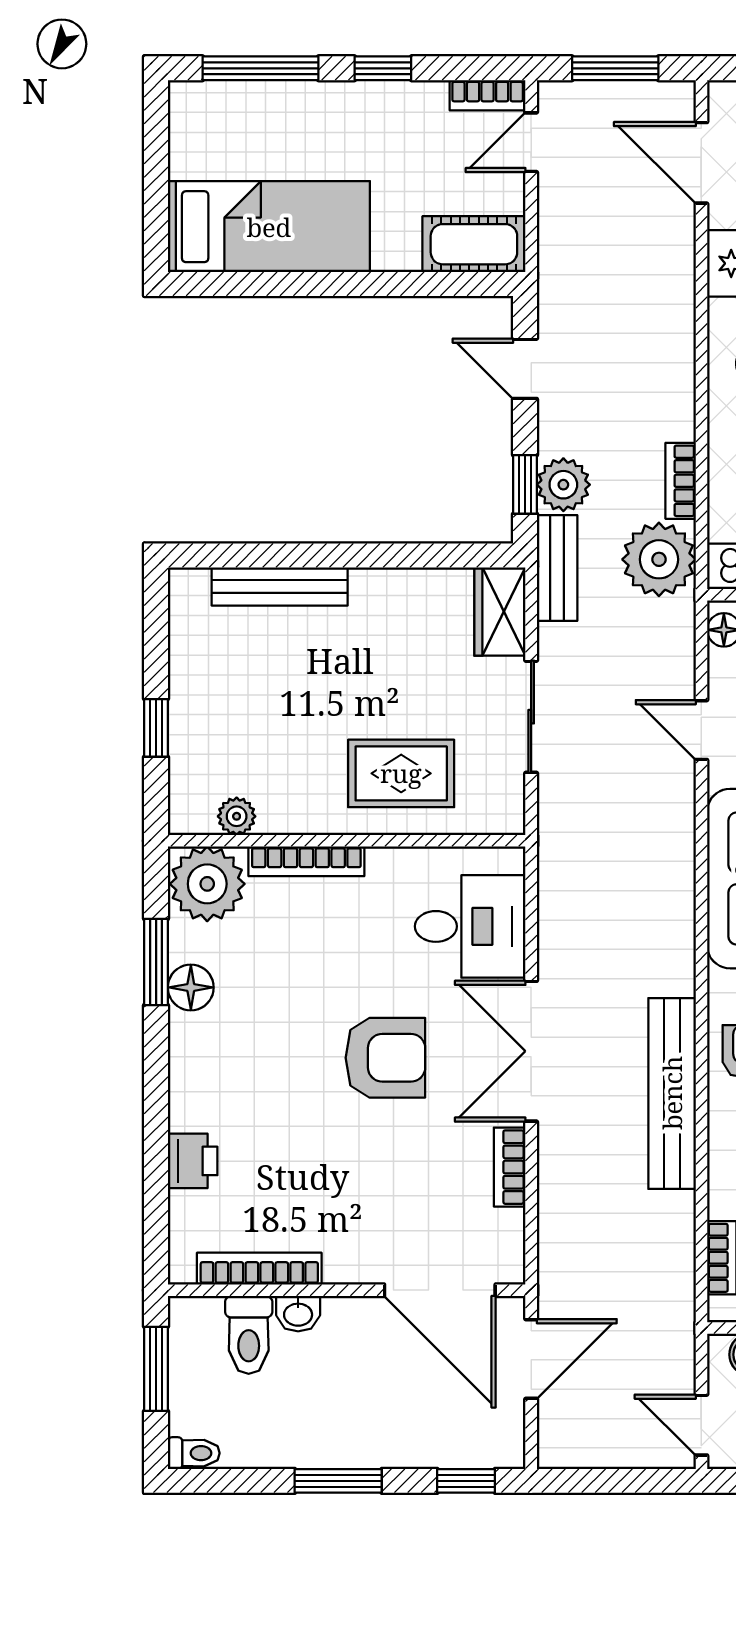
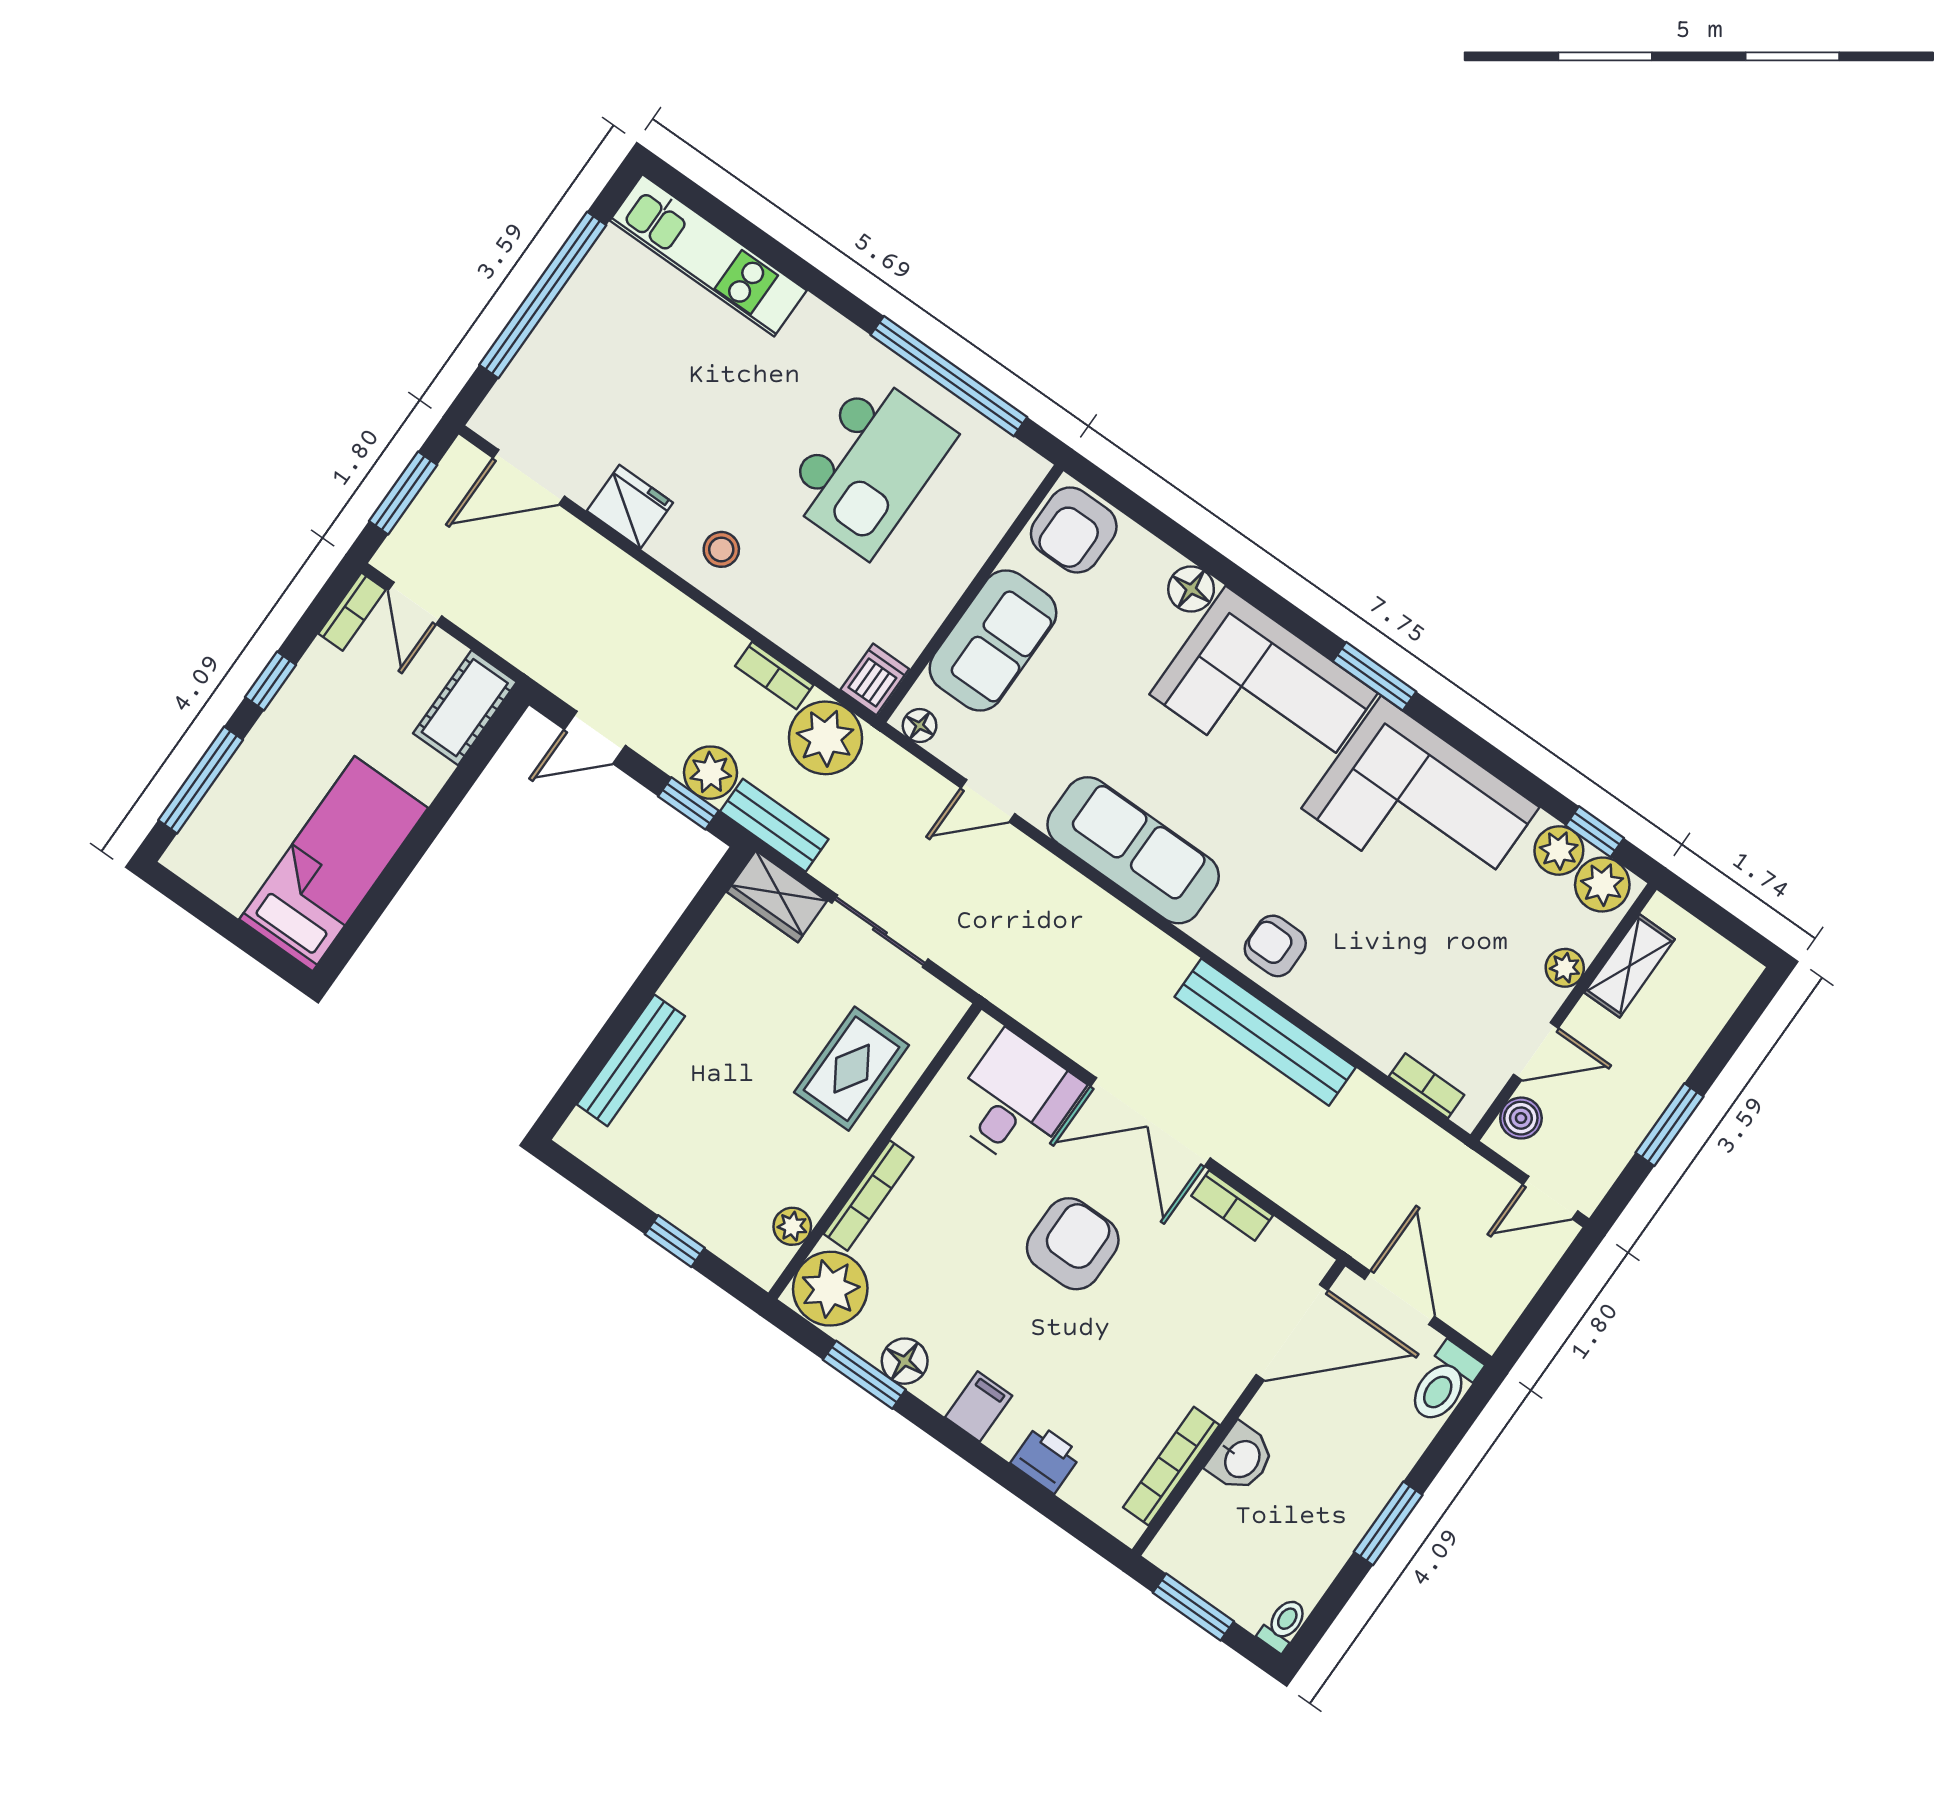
filing cabinet: (196, 1075) -> (979, 1406), added
washbasin: (298, 1314) -> (1241, 1458), width x1.38, depth x1.45
toilet: (249, 1335) -> (1444, 1383), moved, turned 90
window: (466, 1481) -> (1461, 1420), removed

